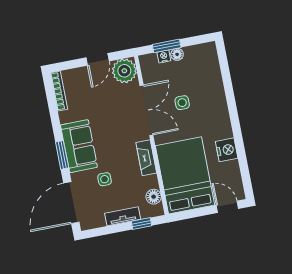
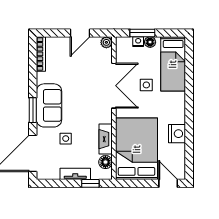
plant: (124, 71) -> (106, 42), width x0.53, depth x0.53
bed: (207, 74) -> (173, 64), added
fireplace: (146, 158) -> (106, 139), moved

